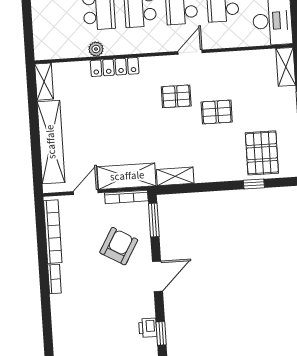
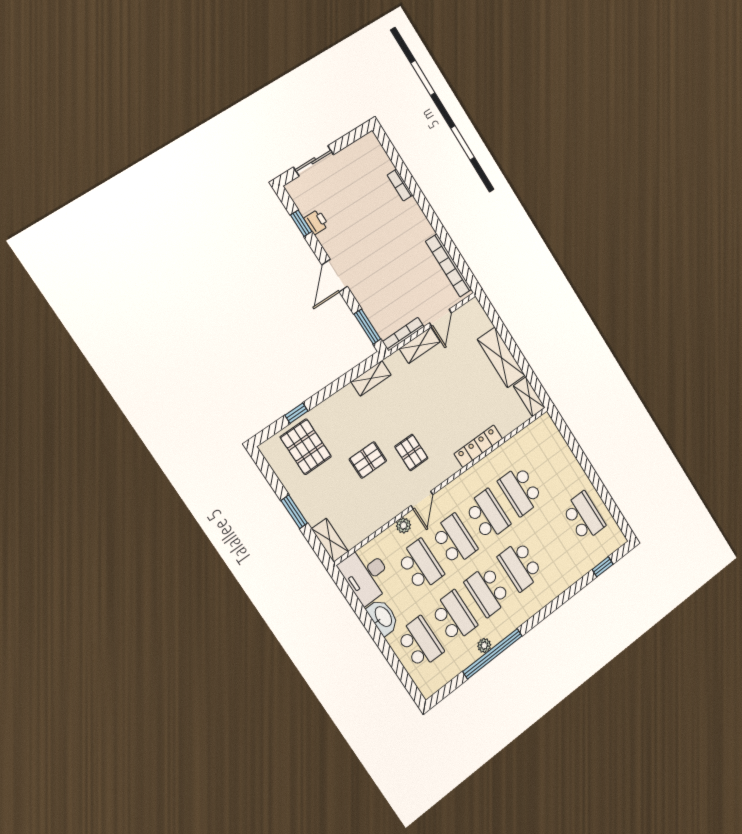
plant: (96, 49) -> (403, 525), moved
pallet: (176, 96) -> (411, 452), turned 90
shelving: (51, 142) -> (501, 357), width x0.68
shelving: (127, 176) -> (420, 345), width x0.67, depth x0.75
armchair: (119, 246) -> (385, 284), removed
bookcase: (54, 279) -> (400, 185), moved

